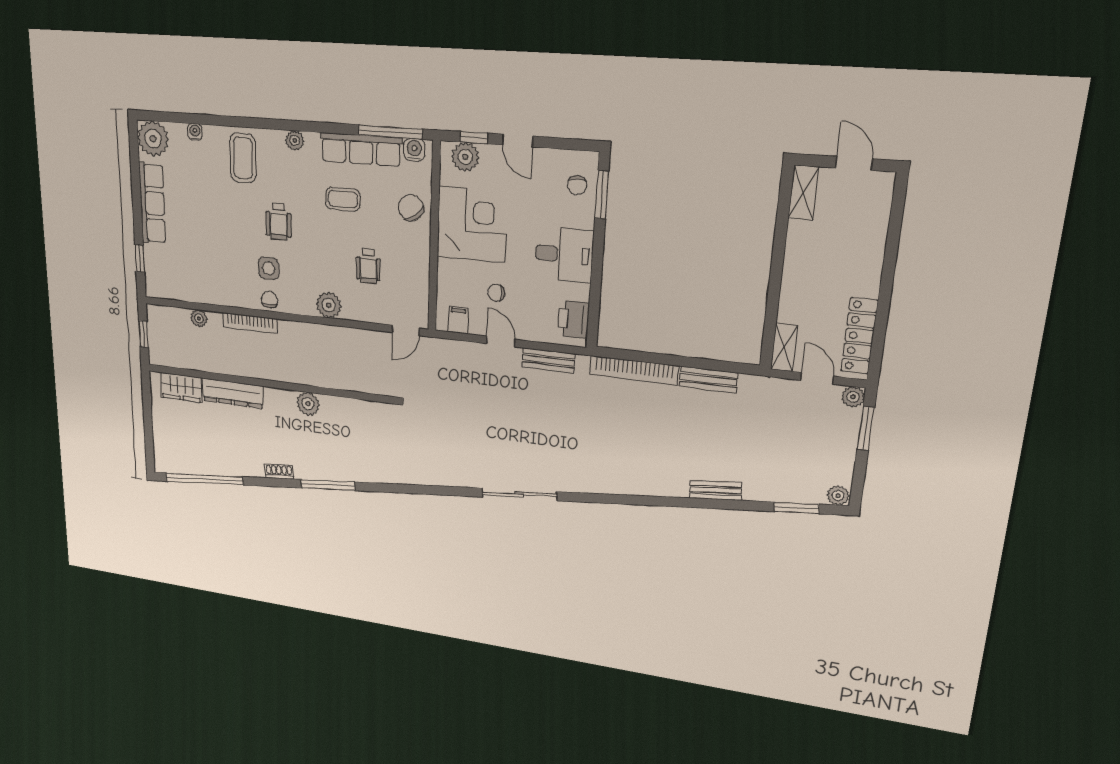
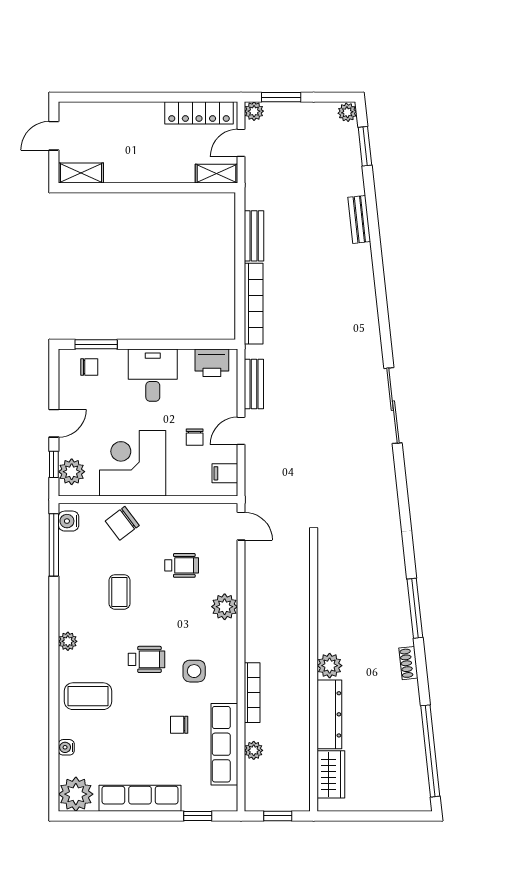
row of seats: (361, 149) -> (224, 744), moved, turned 180
chair: (269, 300) -> (179, 725), moved
plant: (308, 404) -> (330, 666), moved

